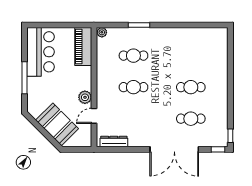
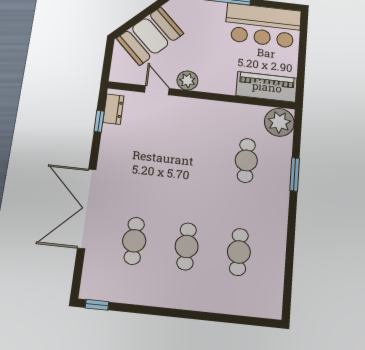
plant: (102, 32) -> (279, 122), width x1.87, depth x1.87
cafe table: (133, 87) -> (239, 252), moved
dresser: (114, 142) -> (113, 109), width x0.70
window: (218, 149) -> (99, 121), moved

